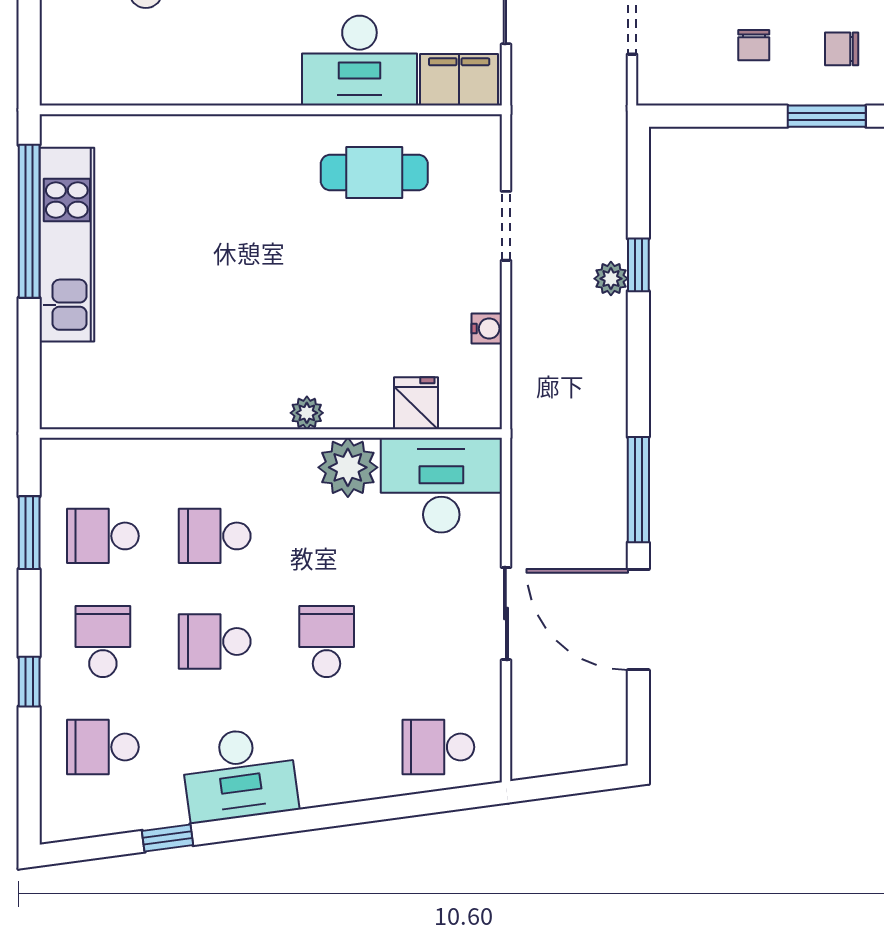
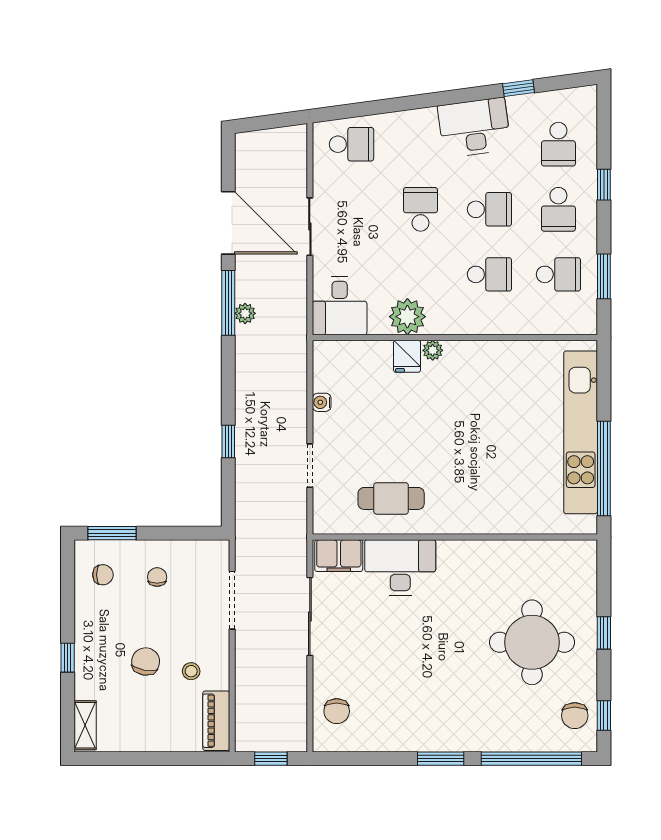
kitchen unit: (67, 245) -> (581, 432), width x1.36
plant: (611, 279) -> (245, 313), moved
fridge: (416, 403) -> (407, 356), moved
desk: (441, 485) -> (340, 306), width x0.73
school desk: (327, 641) -> (420, 209), turned 180
school desk: (103, 747) -> (558, 144), turned 90

